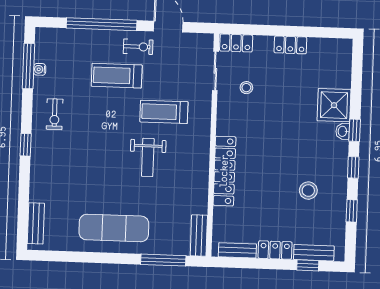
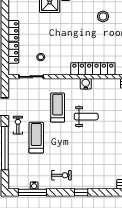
locker: (236, 43) -> (13, 53), moved
treadmill: (117, 76) -> (36, 138), turned 180
treadmill: (164, 112) -> (58, 108), turned 180
water cooler: (201, 159) -> (86, 84), added

